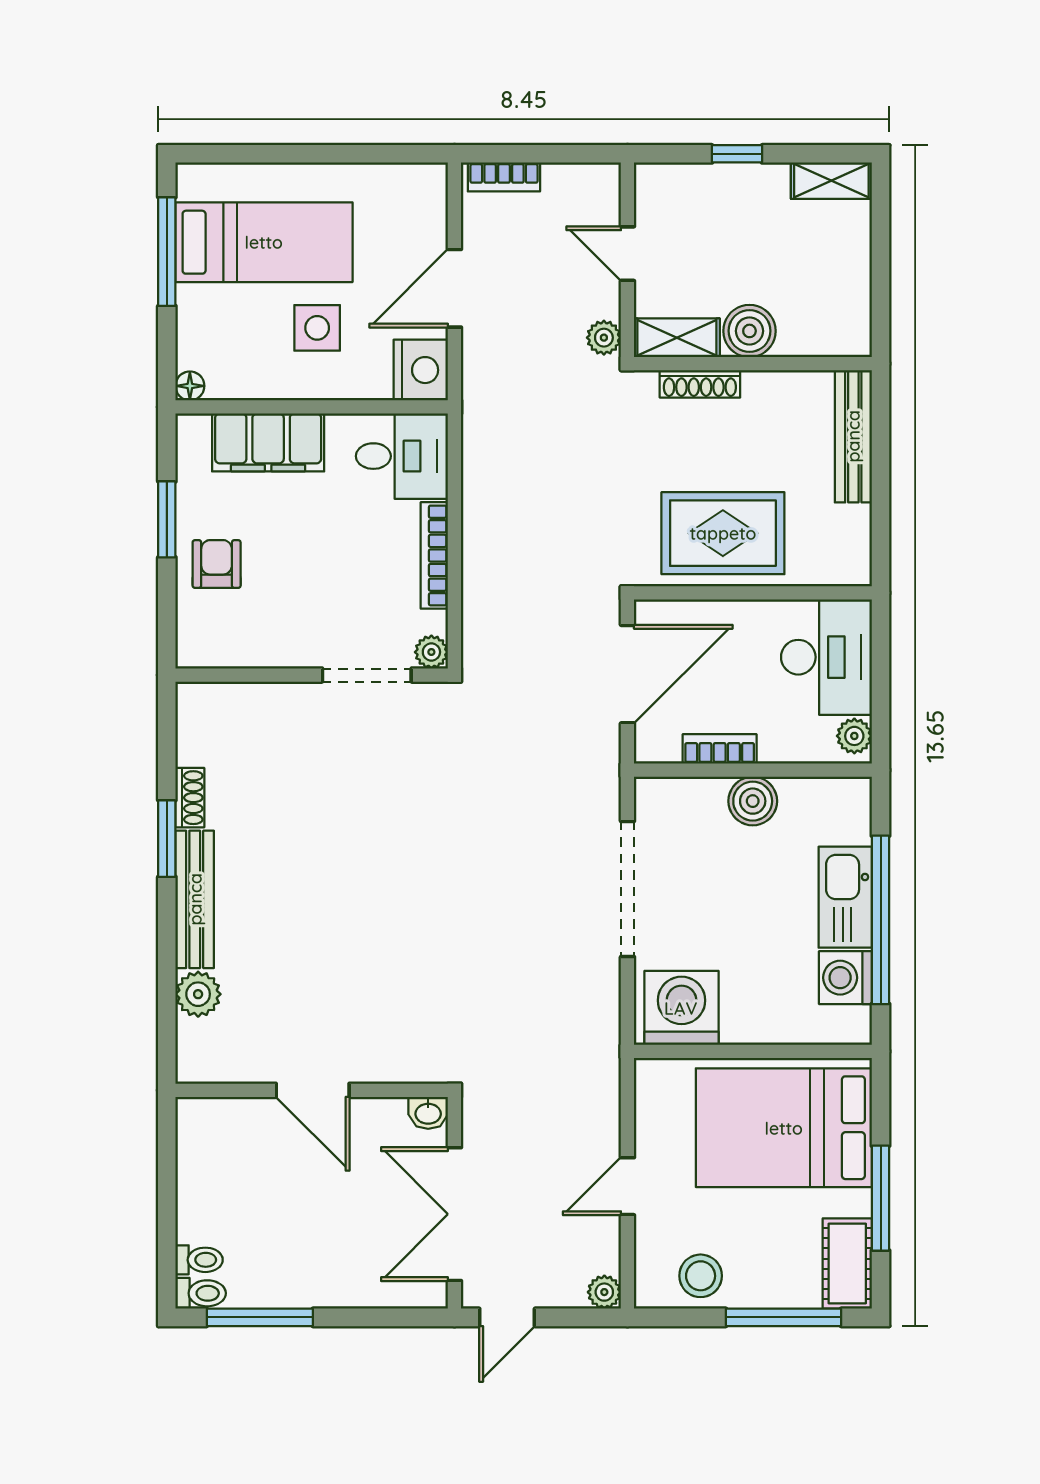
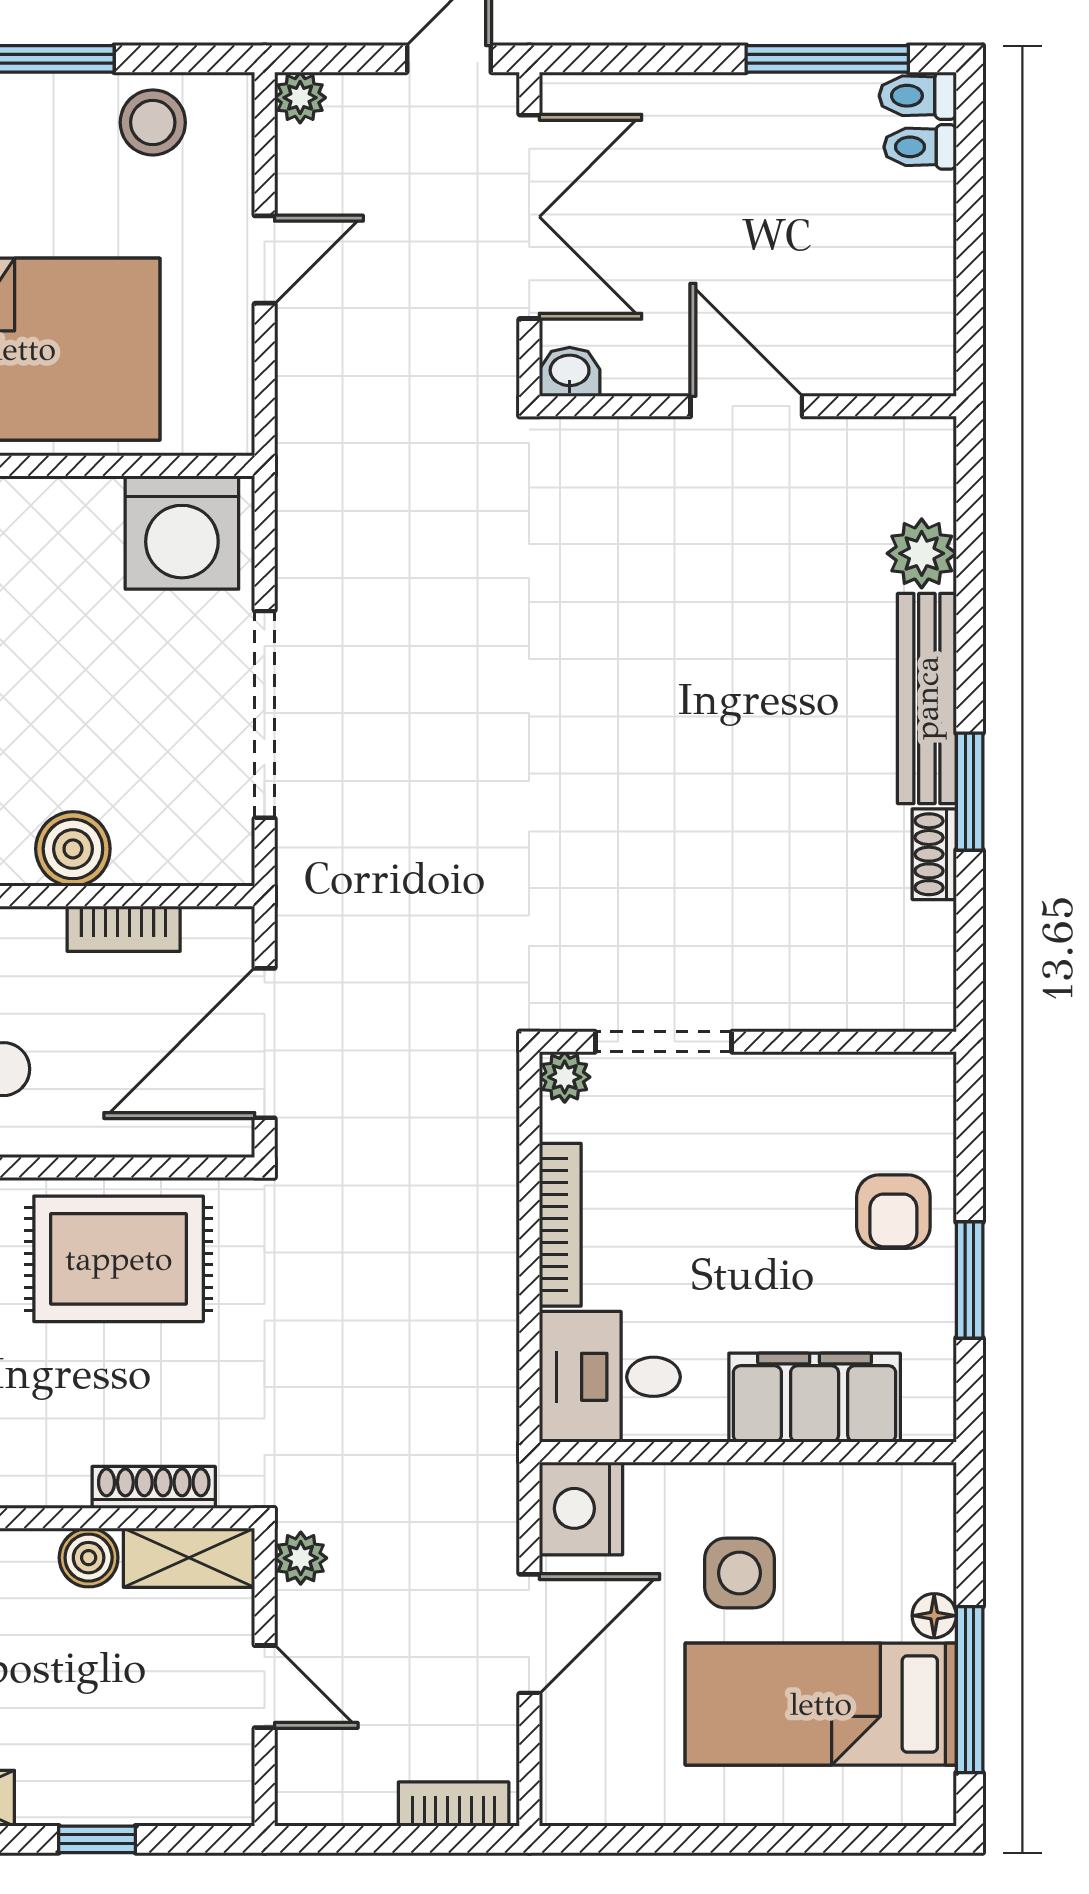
boiler: (749, 331) -> (89, 1558), width x0.73, depth x0.73
floor lamp: (190, 386) -> (934, 1616), moved

